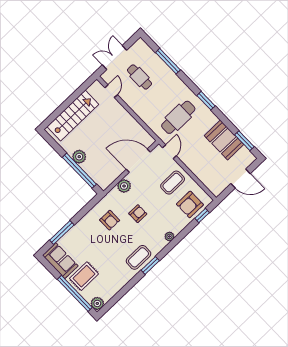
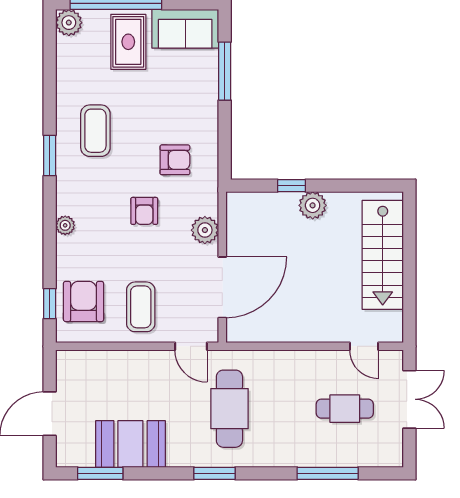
window: (79, 171) -> (292, 186), width x0.32
armchair: (110, 220) -> (175, 160), turned 180
coffee table: (139, 257) -> (95, 131), moved

